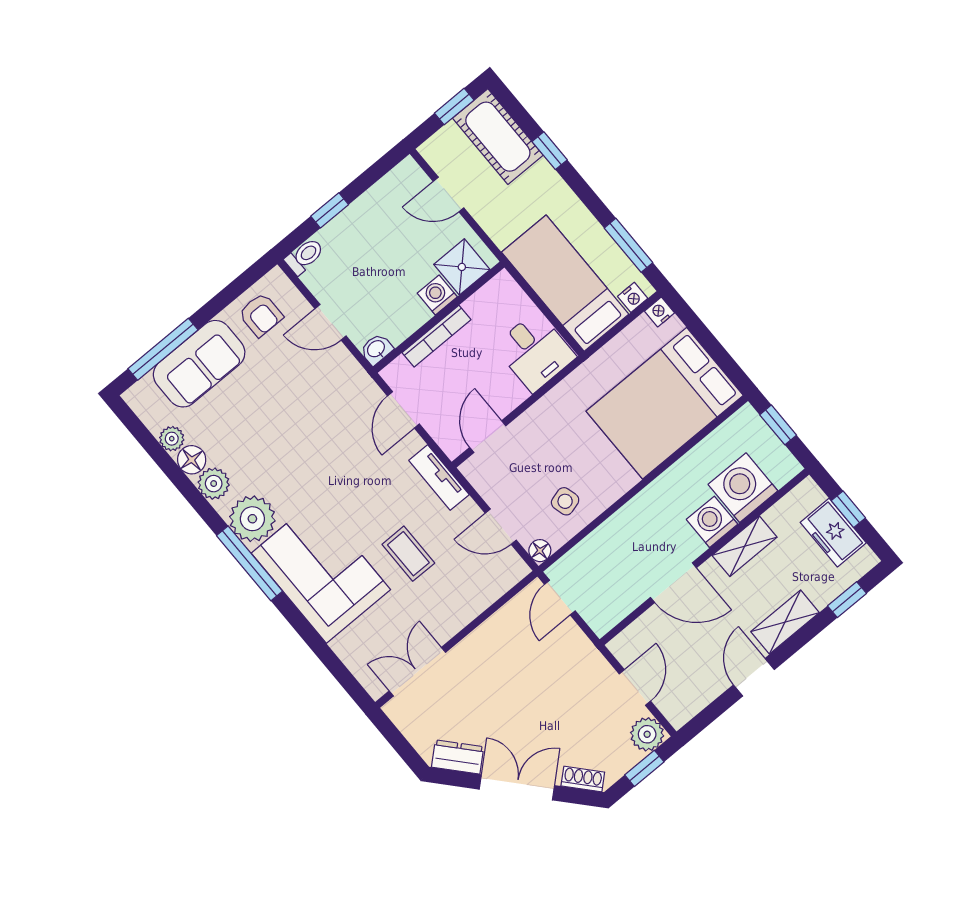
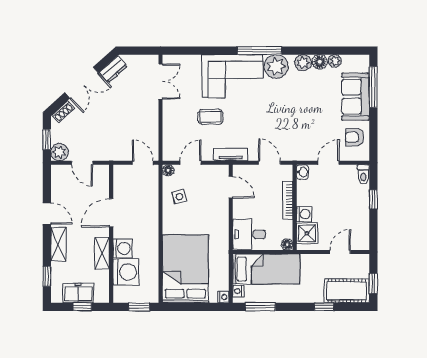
floor lamp: (503, 283) -> (287, 244), added

